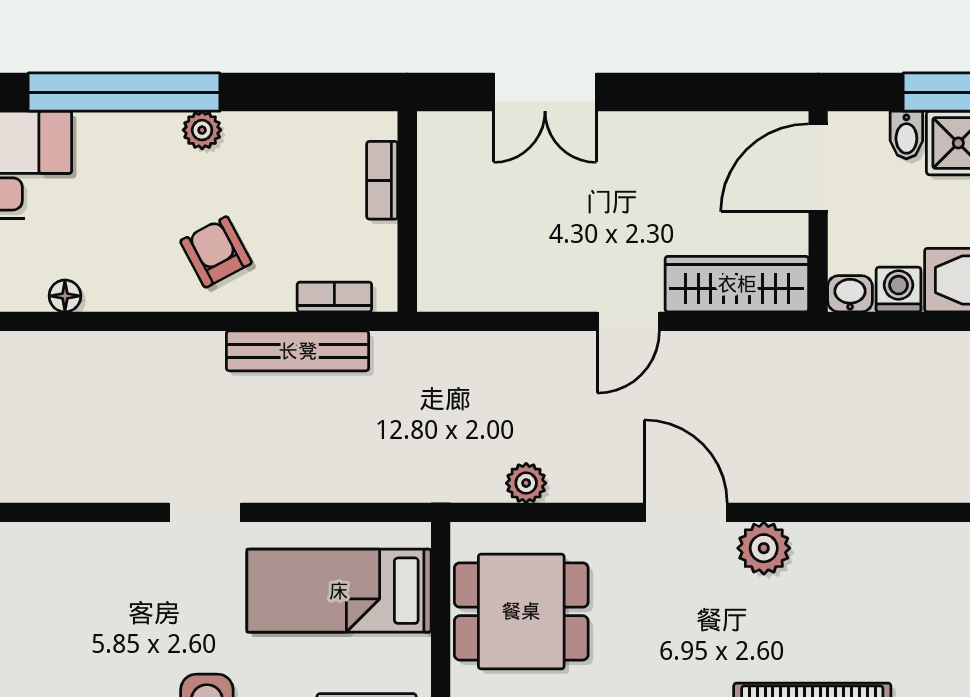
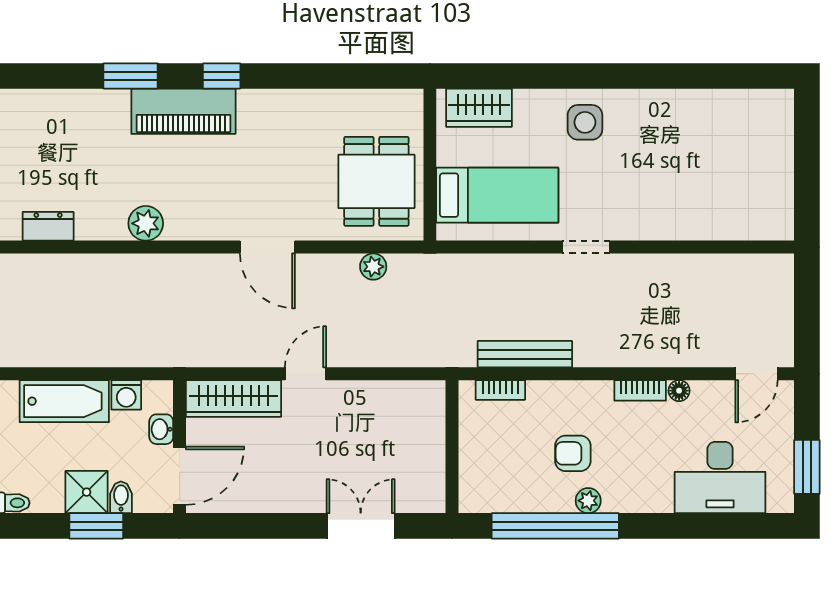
window: (124, 92) -> (555, 526), moved
bookcase: (382, 180) -> (640, 390), moved, turned 90
armchair: (216, 252) -> (573, 453), moved, turned 118
washbasin: (850, 294) -> (161, 429), moved, turned 90
plant: (764, 548) -> (146, 223), moved
dining table: (521, 611) -> (376, 181), turned 90

